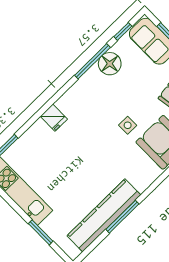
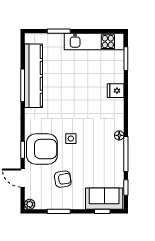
floor lamp: (110, 64) -> (119, 135), moved, width x0.53, depth x0.53
fridge: (54, 118) -> (116, 91), moved

